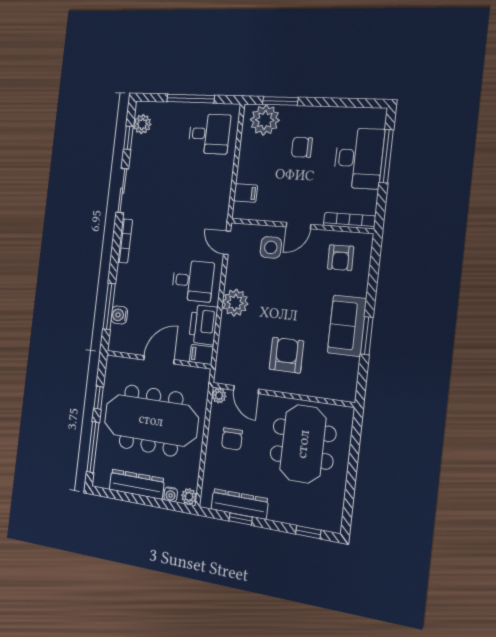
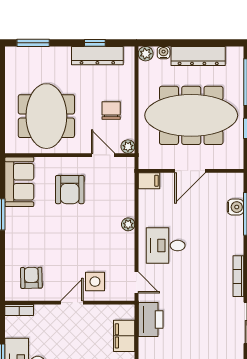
filing cabinet: (246, 193) -> (124, 336), width x2.00
bookcase: (349, 221) -> (19, 310), width x0.64
plant: (235, 303) -> (128, 224), width x0.53, depth x0.53
printer: (203, 325) -> (151, 319), moved
sofa: (347, 326) -> (19, 182), moved
window: (308, 532) -> (33, 43), width x1.50

